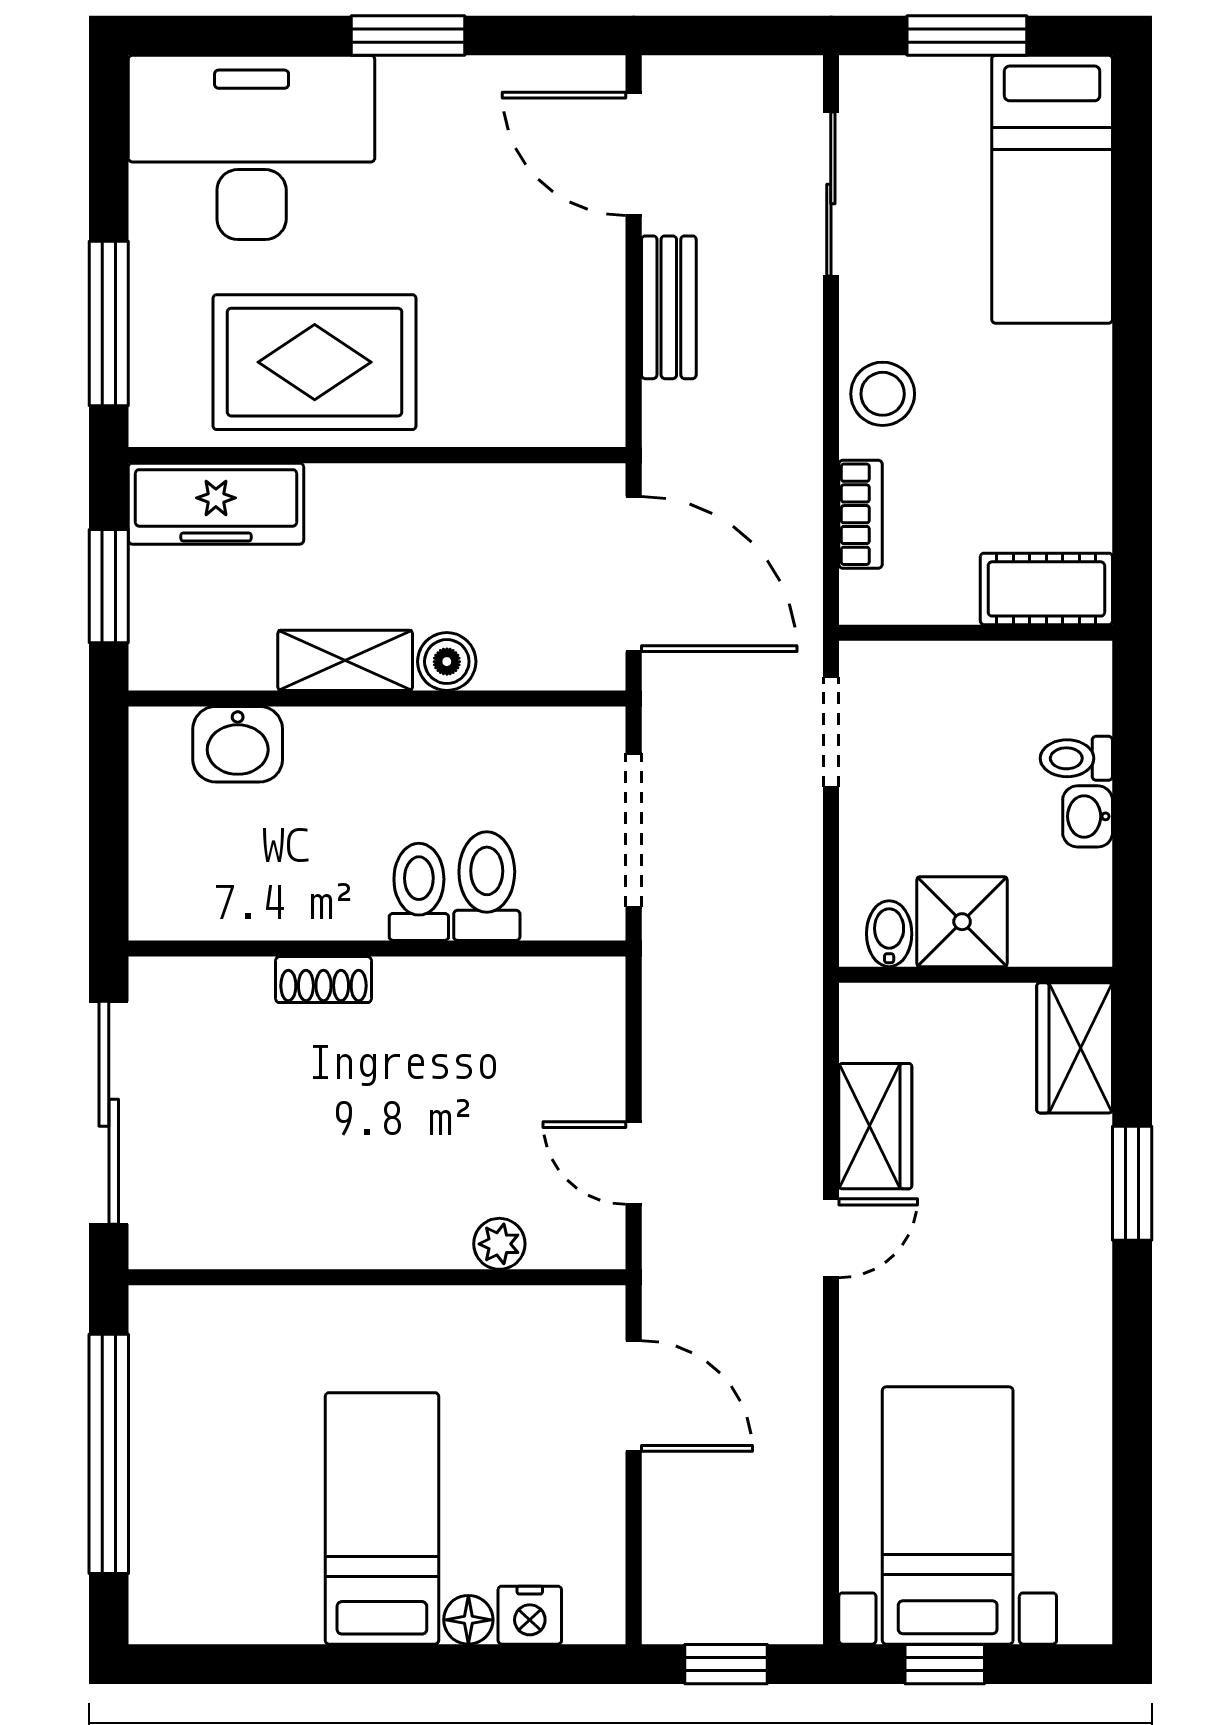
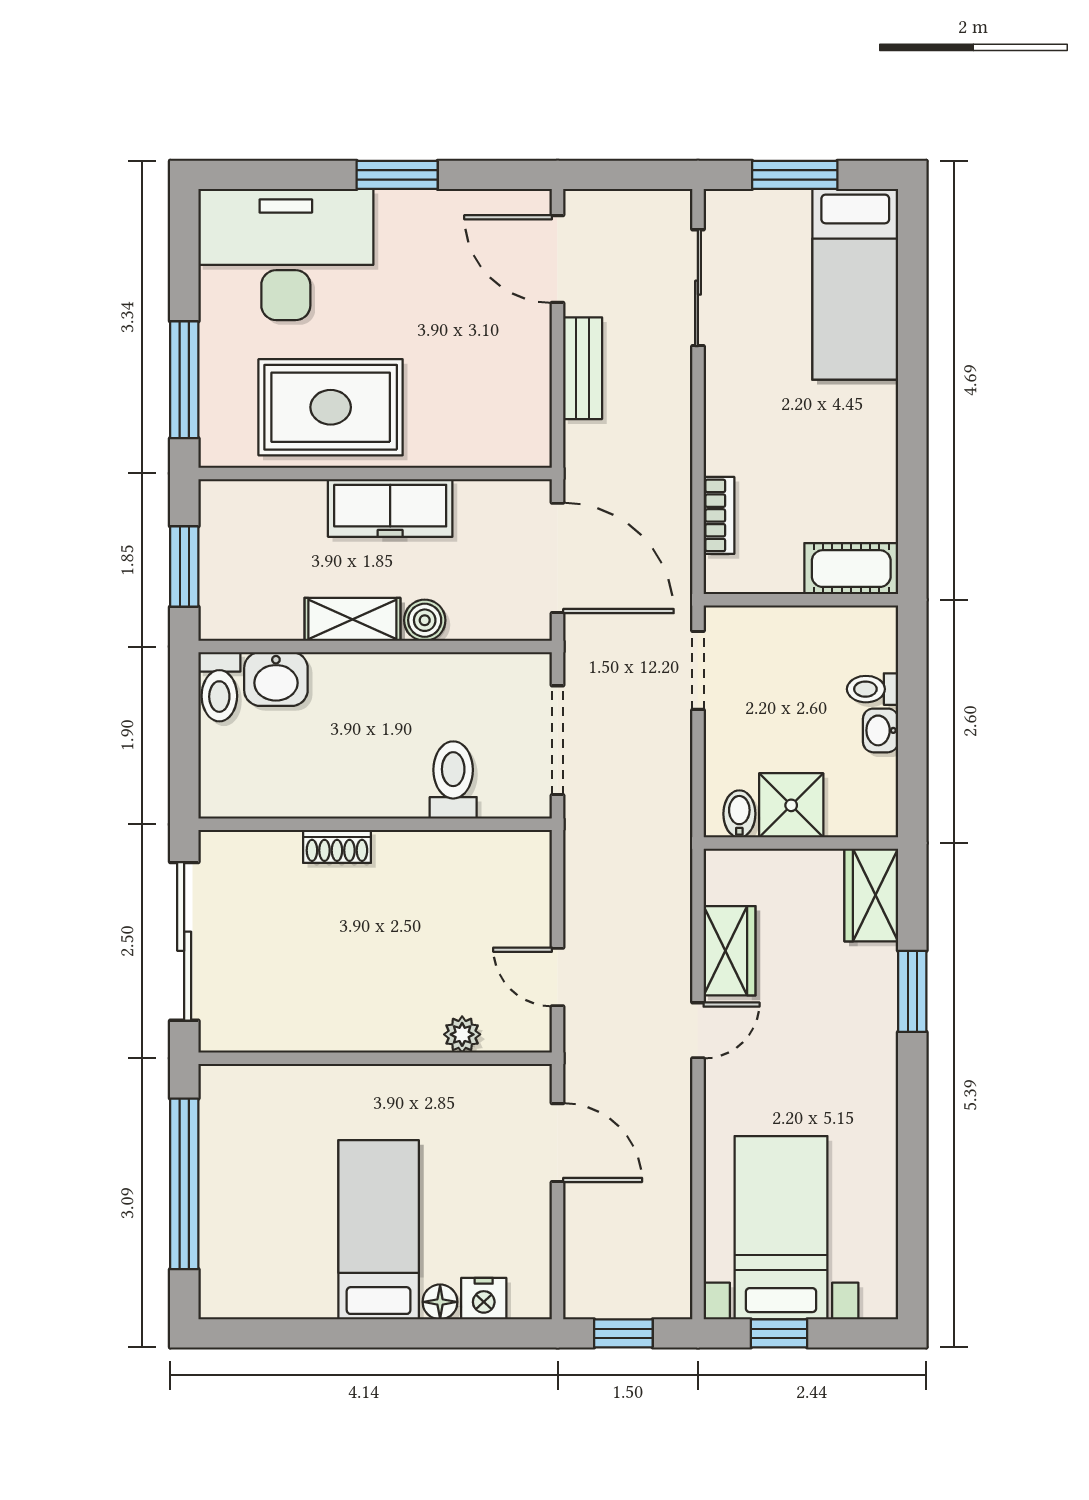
stool: (883, 394) -> (735, 430), removed
freezer: (216, 504) -> (390, 508), moved
toilet: (419, 892) -> (219, 687), moved, turned 180

